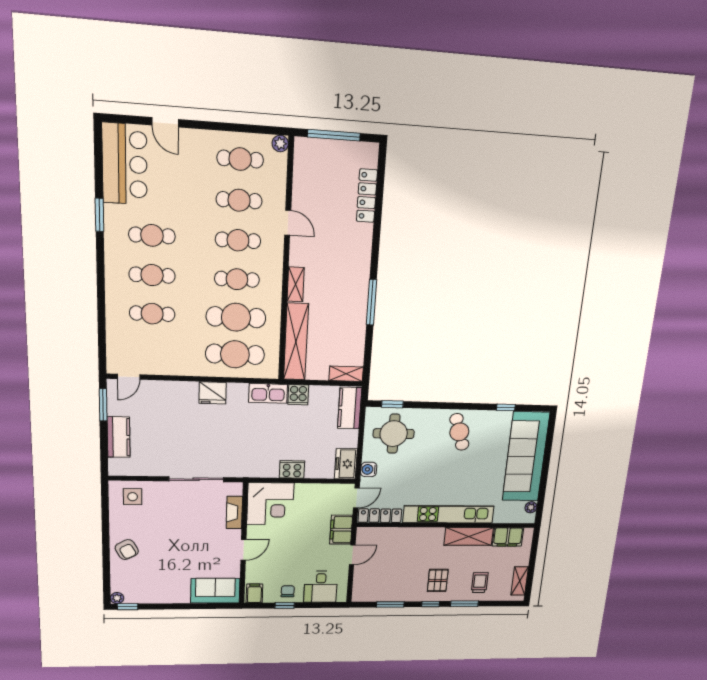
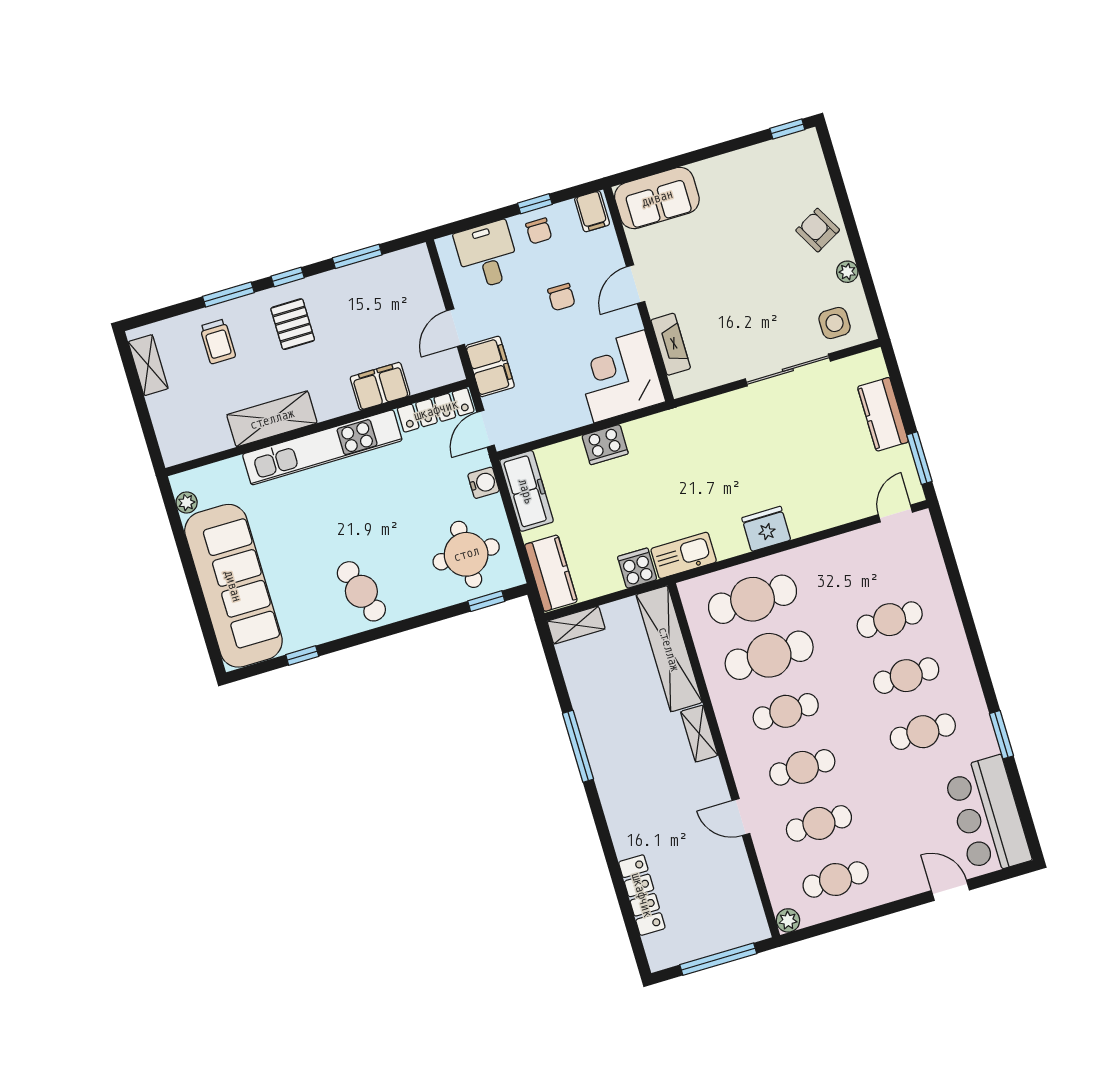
freezer: (346, 464) -> (526, 491), width x1.40
sliding door: (196, 479) -> (788, 370), moved
filing cabinet: (508, 537) -> (380, 386), moved
chair: (288, 554) -> (561, 297), added
plant: (117, 598) -> (847, 272), moved

